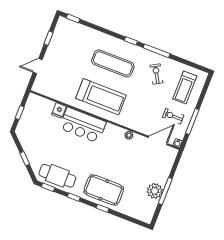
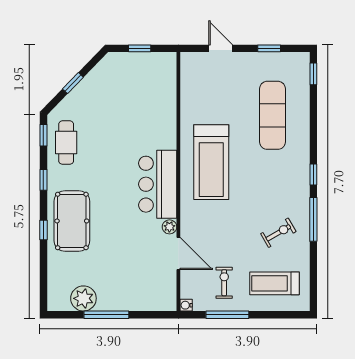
exercise mat: (113, 63) -> (272, 115), moved
fridge: (59, 110) -> (166, 107), removed
bar counter: (83, 125) -> (158, 184), moved
door: (158, 140) -> (178, 254), moved
cafe table: (57, 176) -> (66, 143), width x0.73, depth x0.74
plant: (155, 191) -> (83, 298), moved

